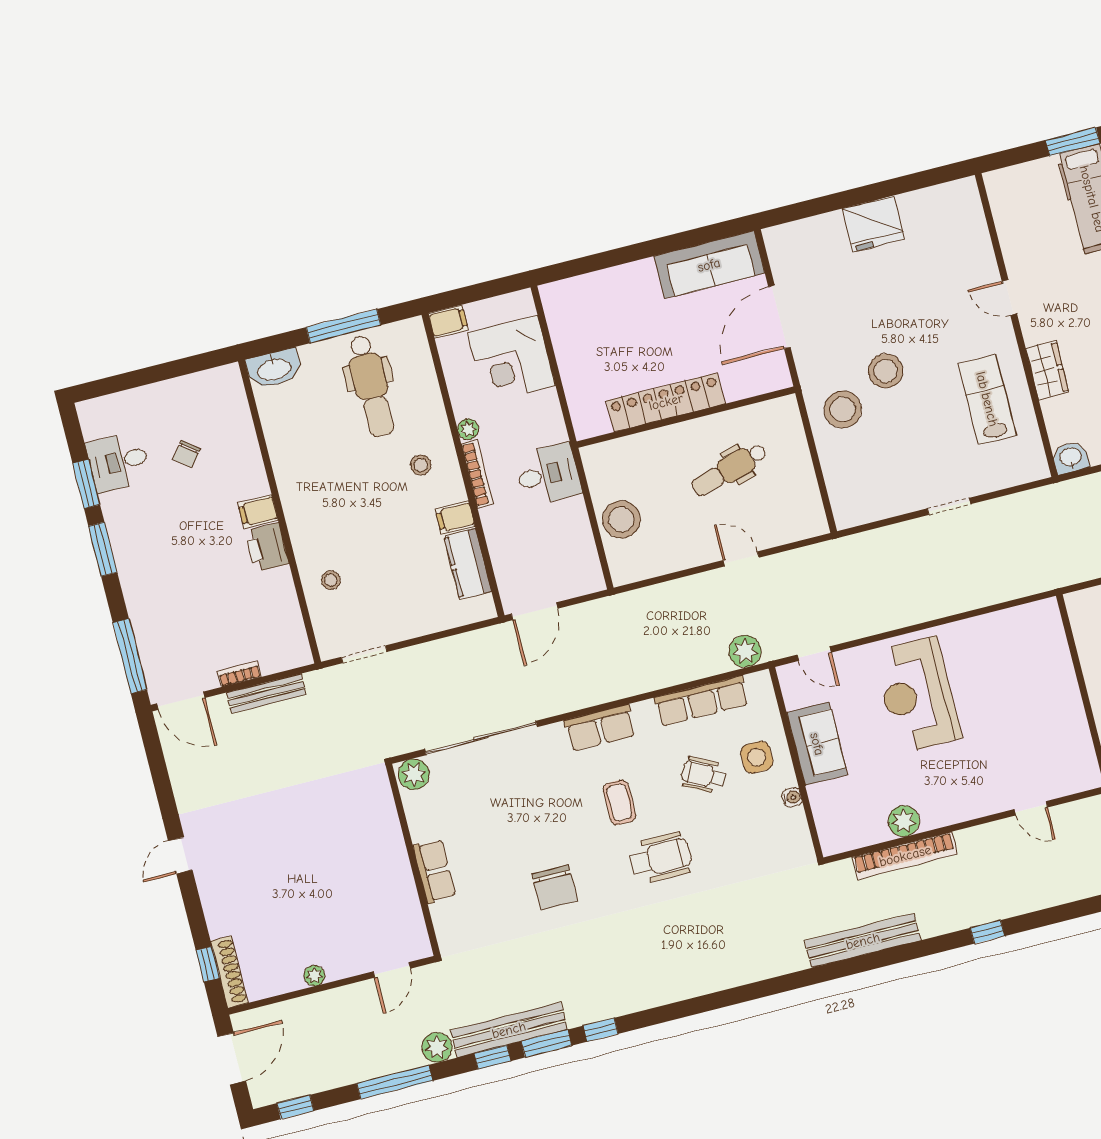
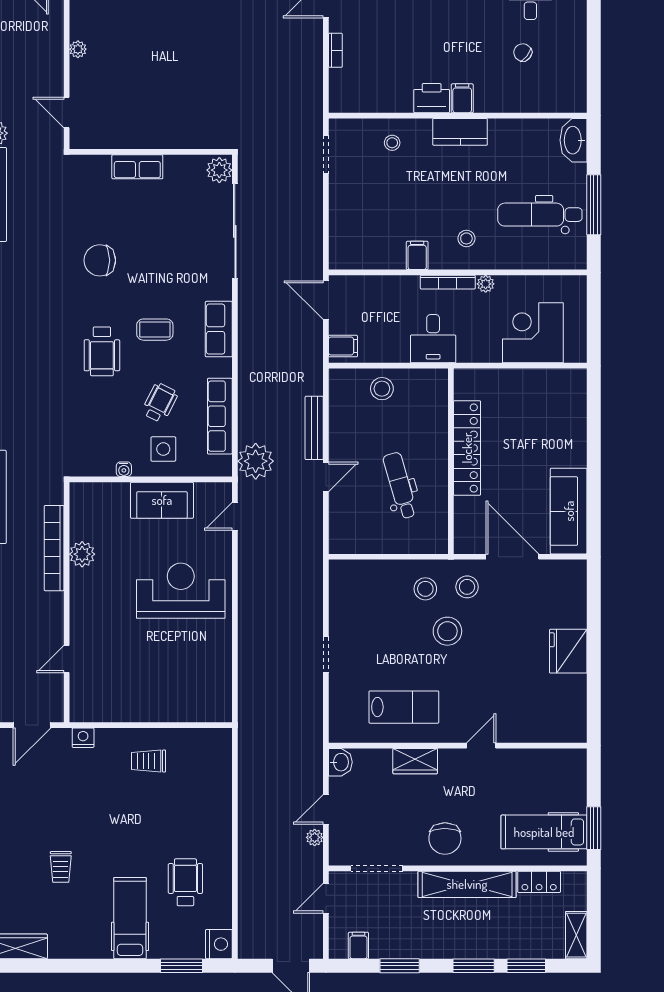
filing cabinet: (448, 322) -> (343, 346), moved, turned -90
stool: (828, 361) -> (467, 587), added
stool: (843, 409) -> (425, 589), width x0.73, depth x0.73
stool: (621, 519) -> (382, 389), width x0.73, depth x0.73
kitchen counter: (468, 564) -> (460, 132), moved, turned 180
plant: (745, 651) -> (256, 461), width x1.36, depth x1.36
bench: (266, 694) -> (314, 428), moved

